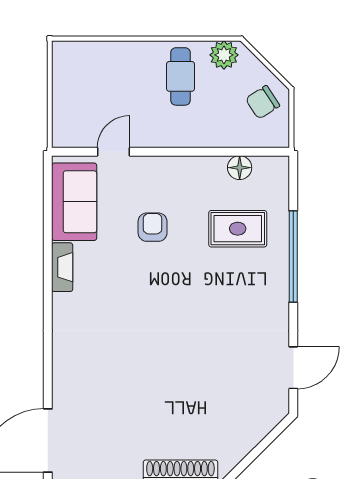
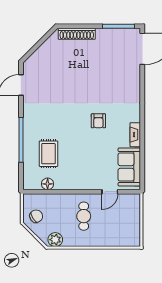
cafe table: (180, 76) -> (84, 216), moved
armchair: (153, 227) -> (98, 121), moved
rug: (238, 229) -> (48, 154), turned 90

